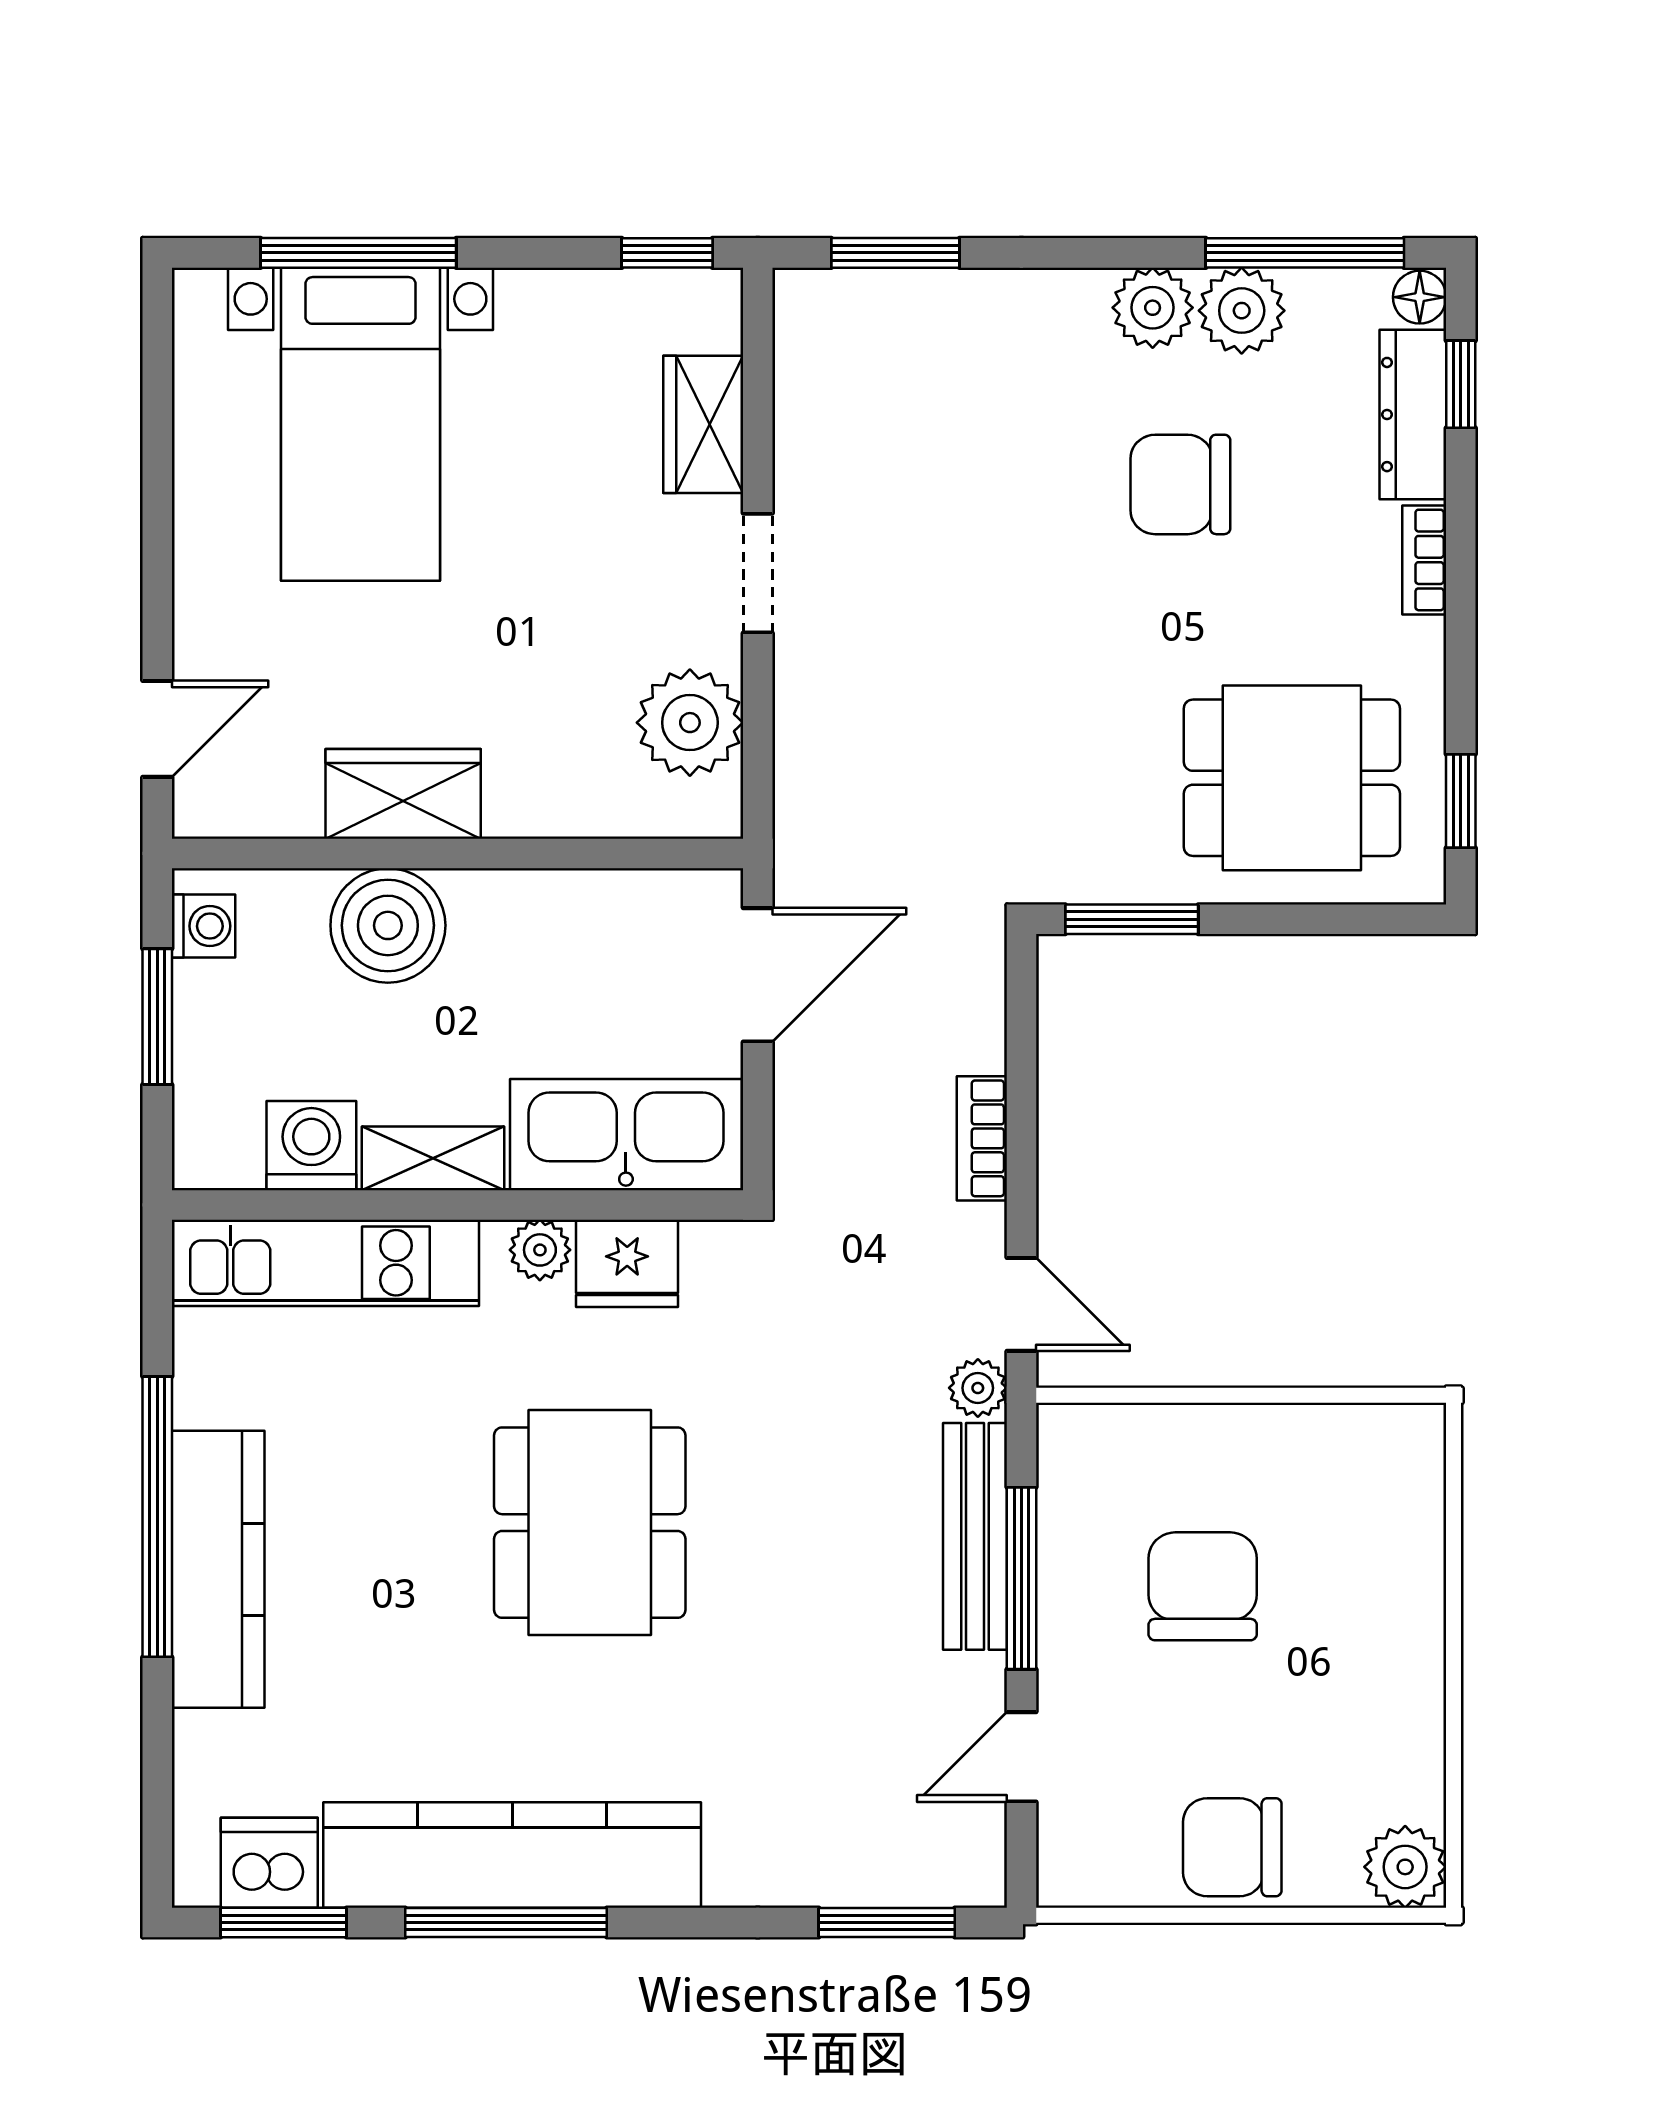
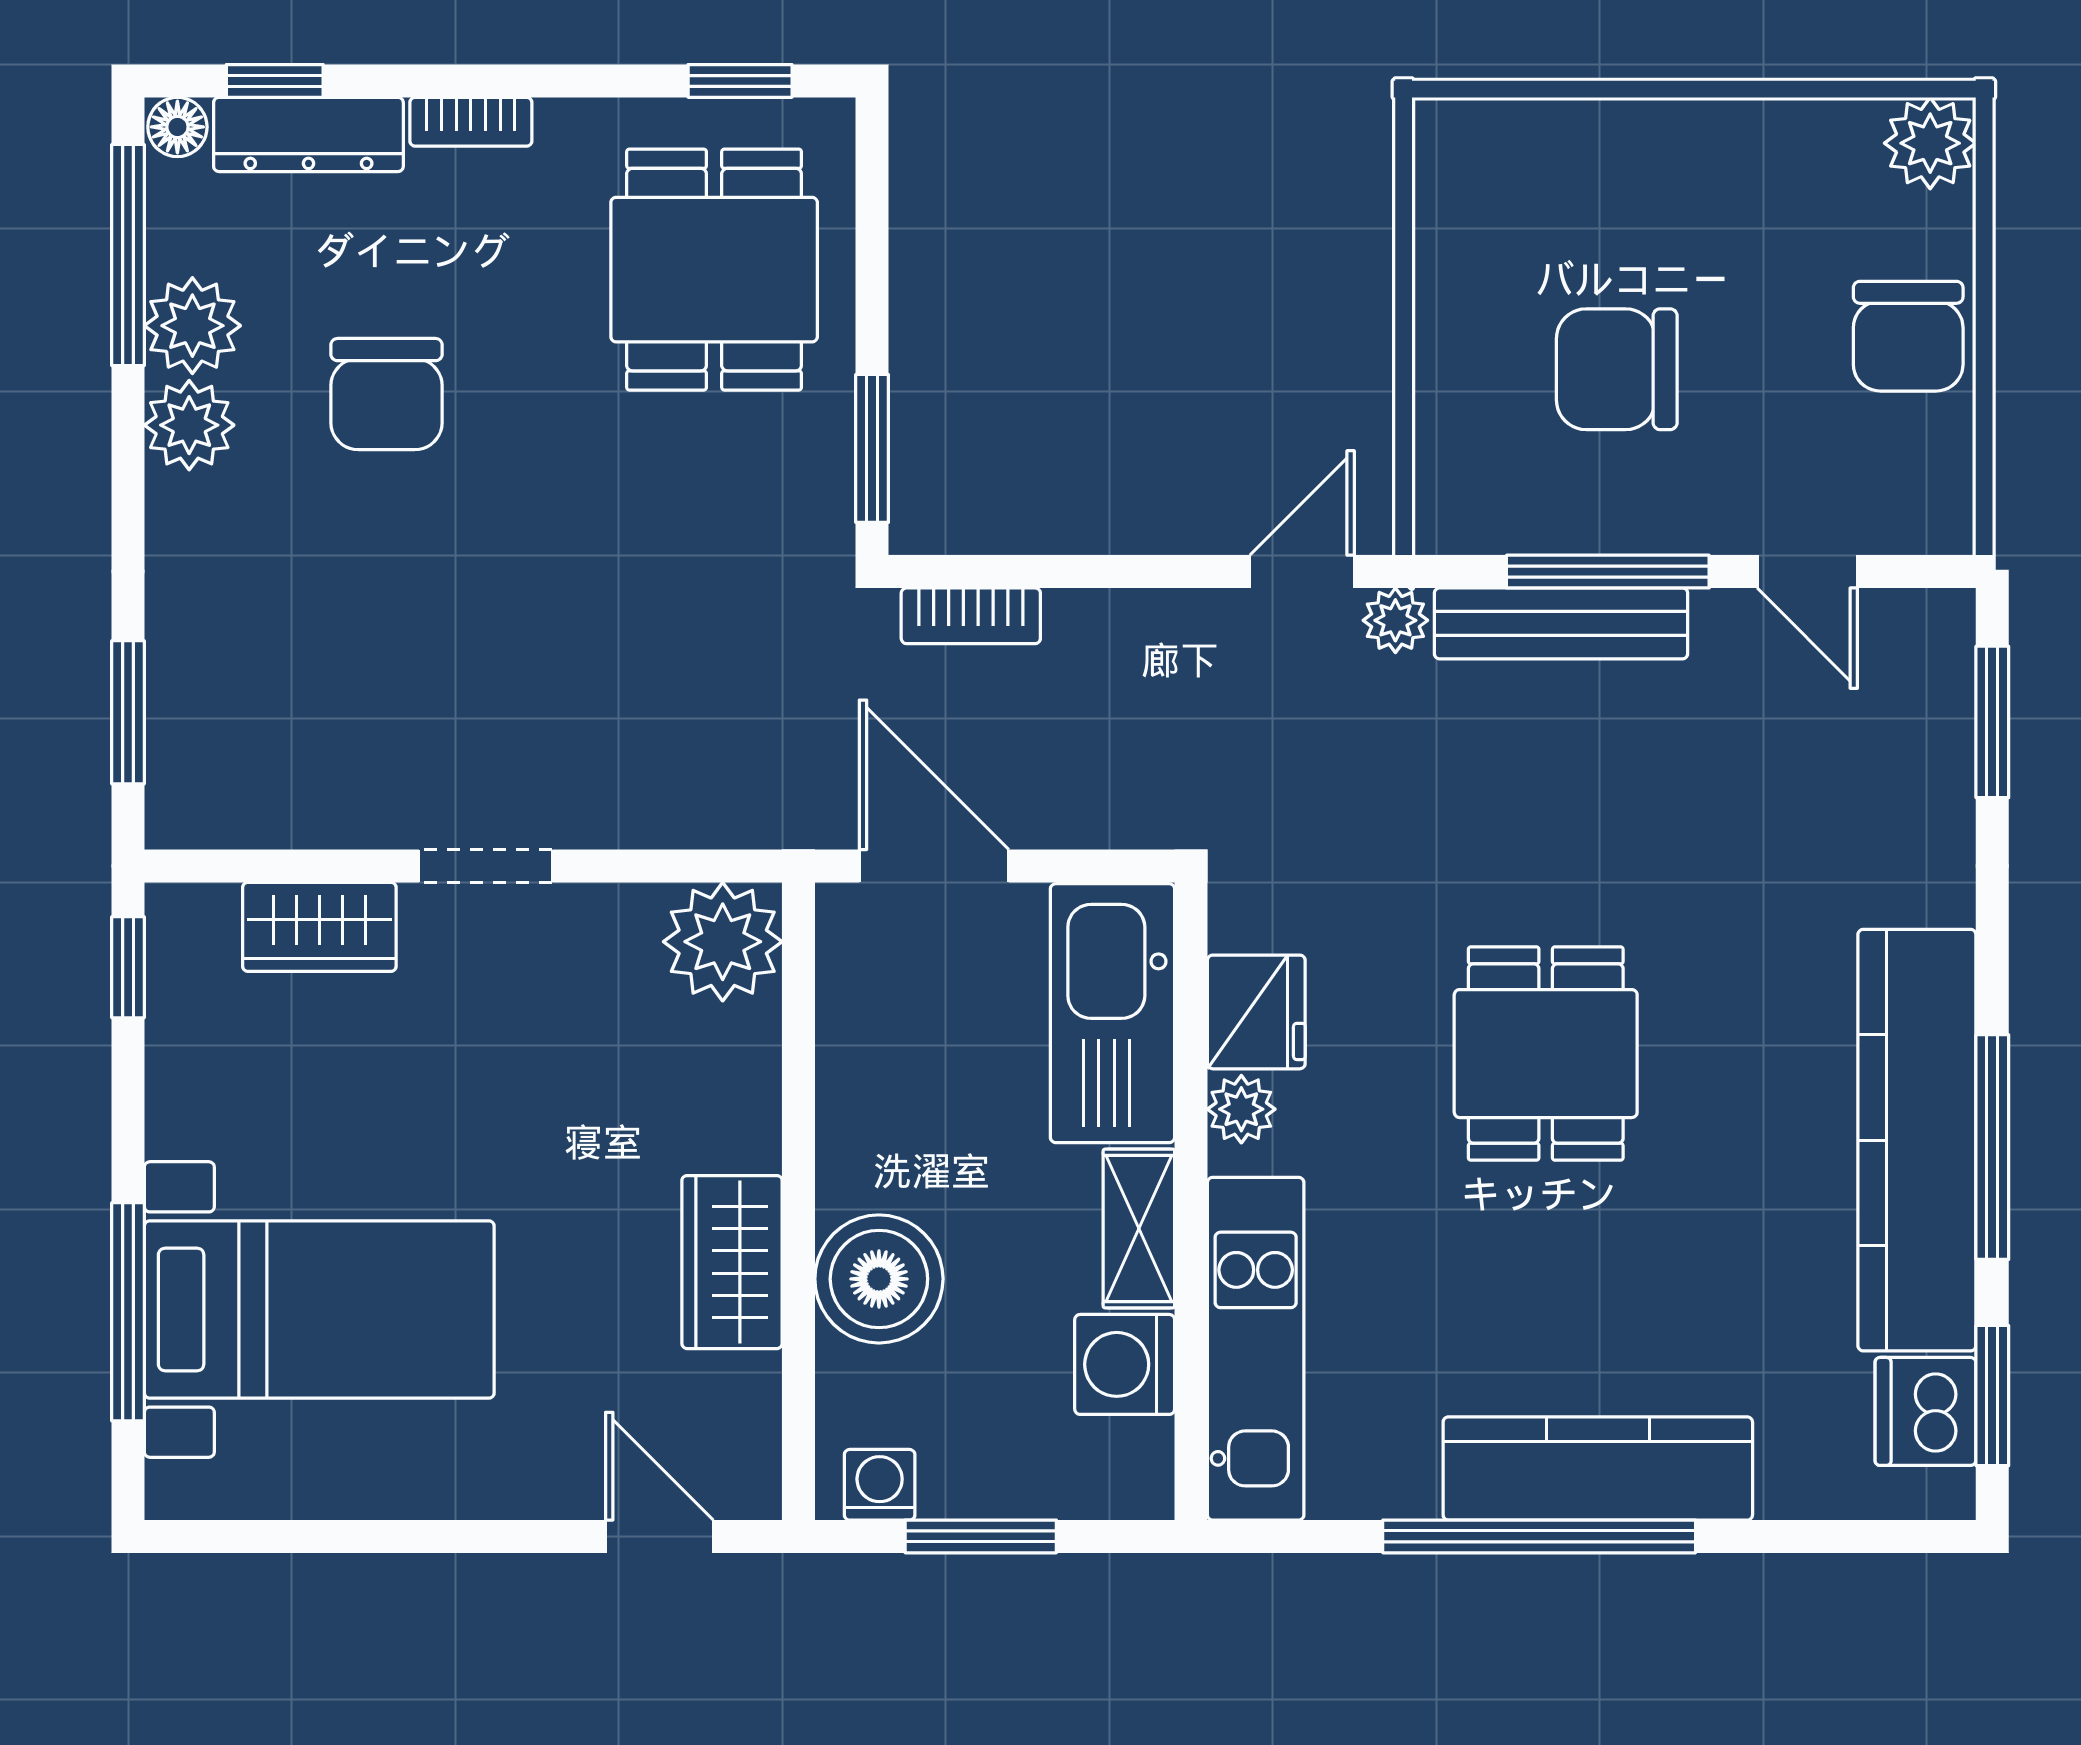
plant: (690, 723) -> (723, 942), moved
bookcase: (982, 1138) -> (971, 616), moved
dining table: (590, 1523) -> (1546, 1054), width x0.73

